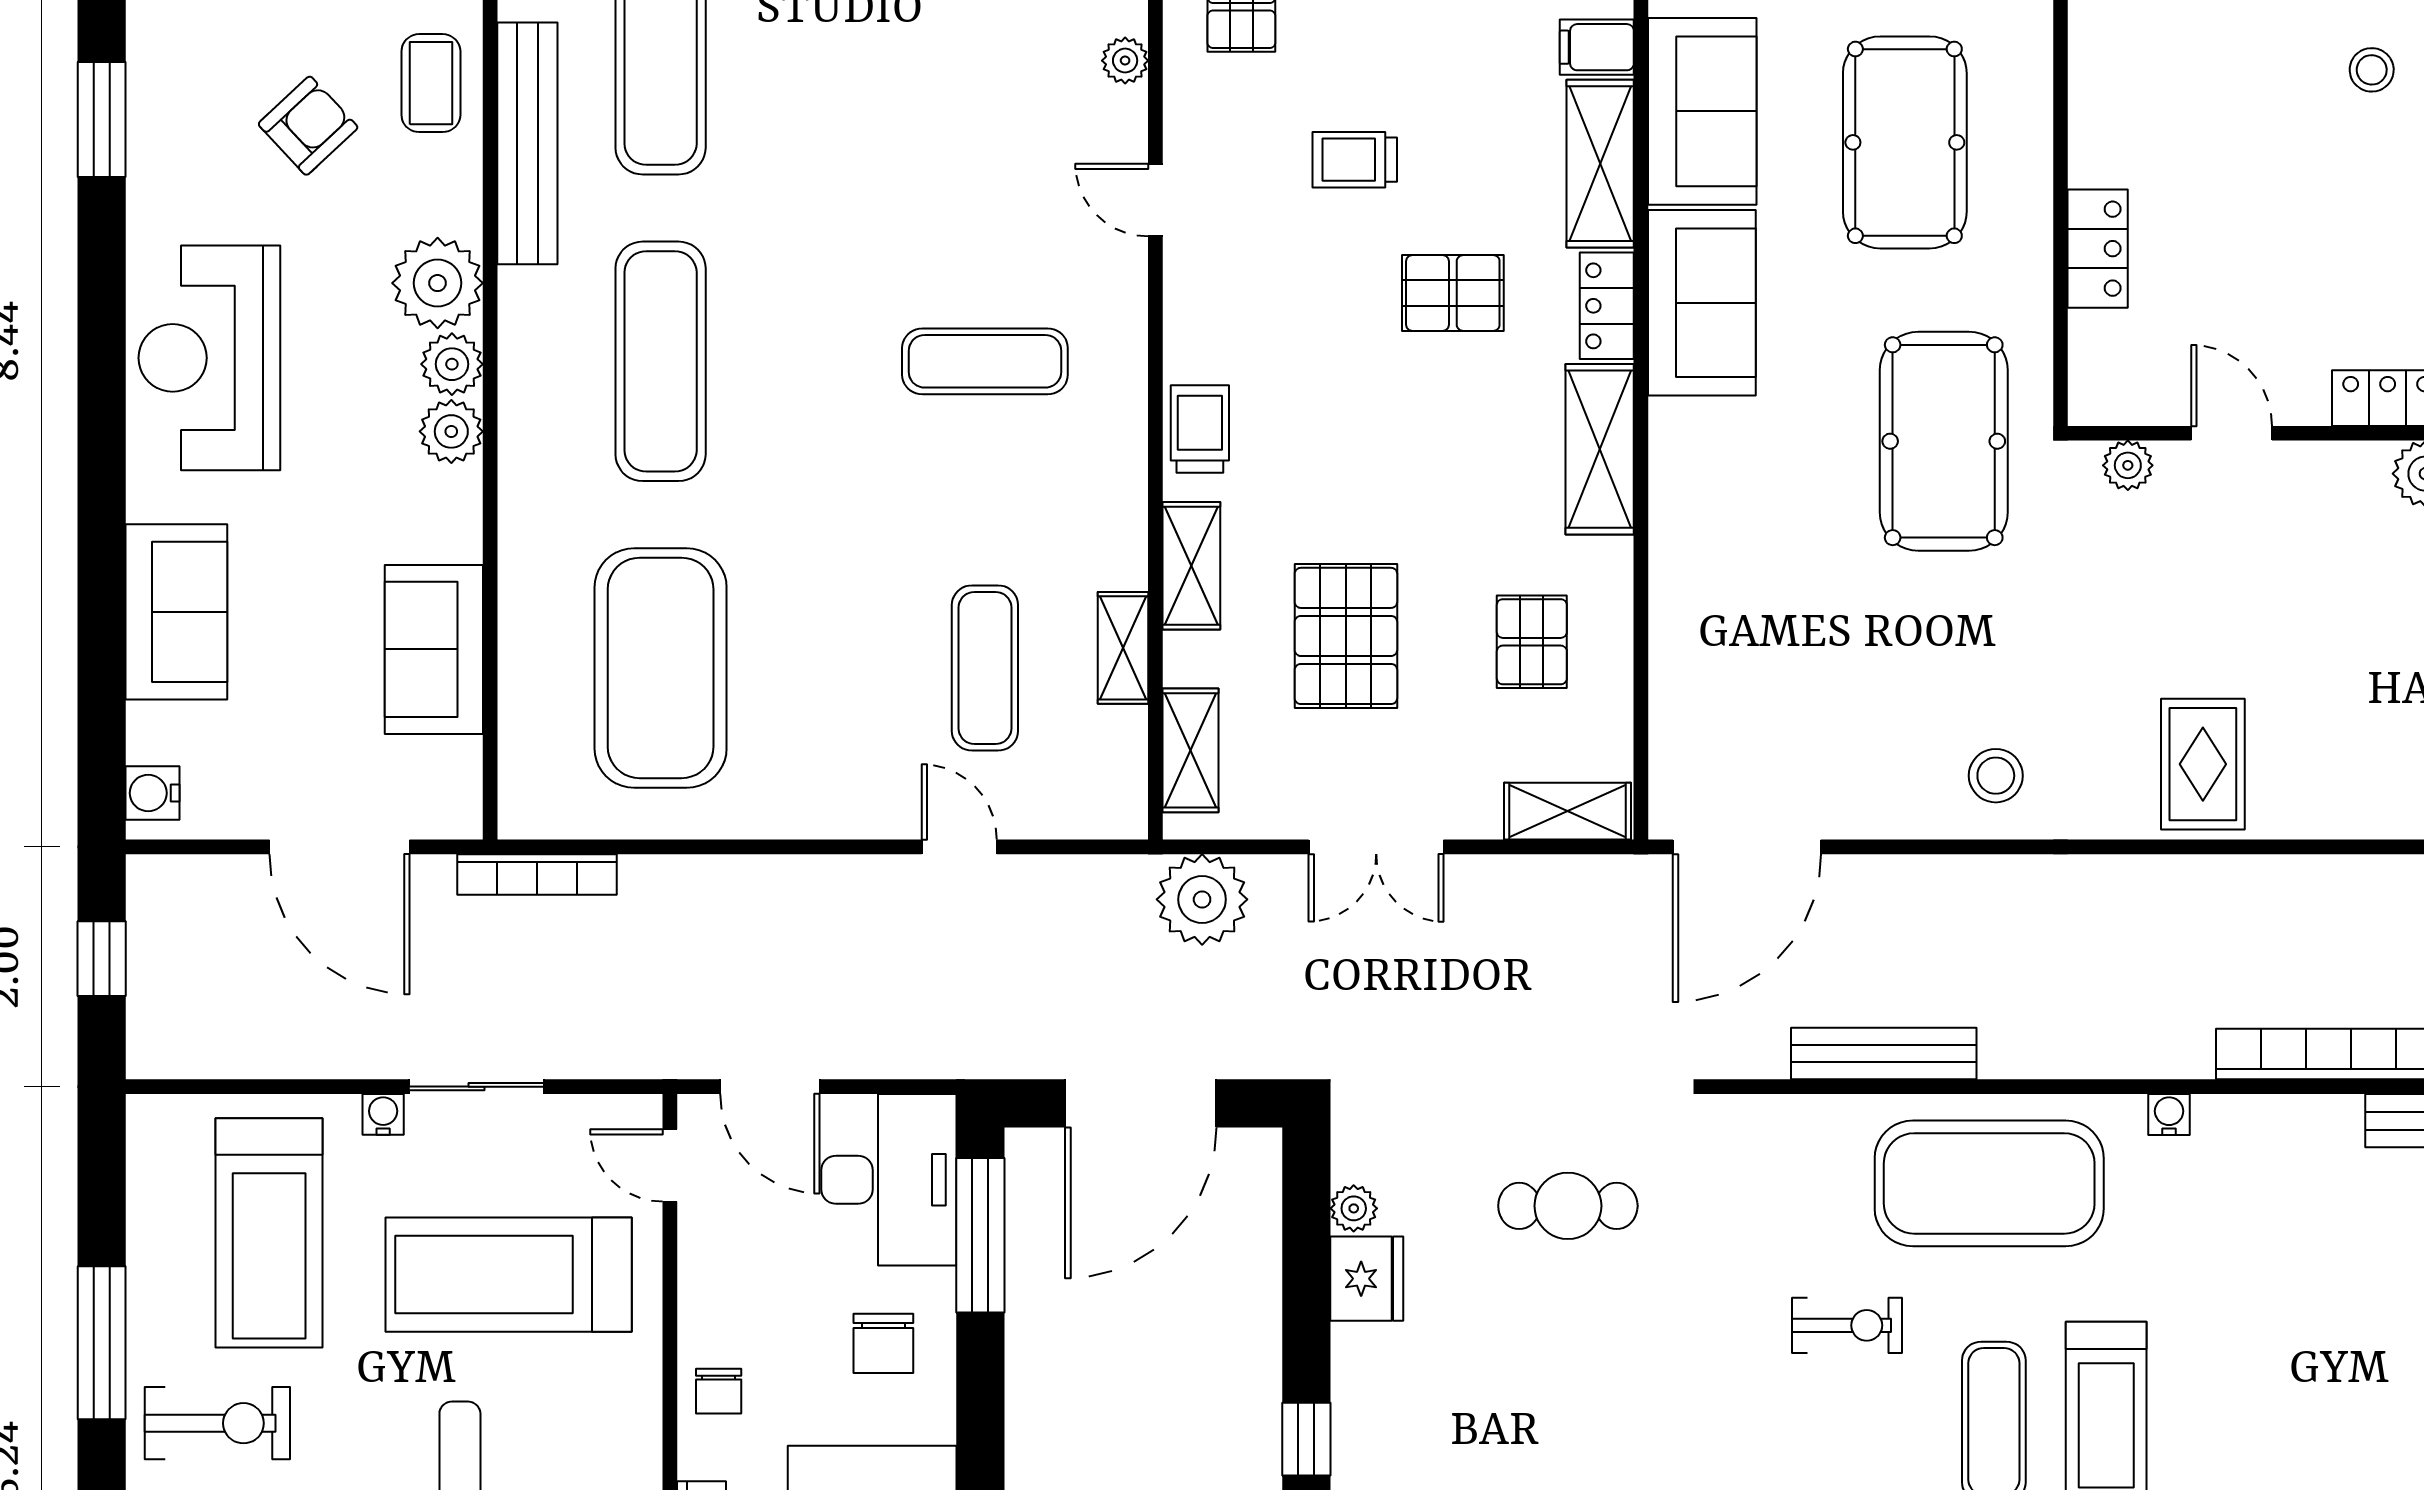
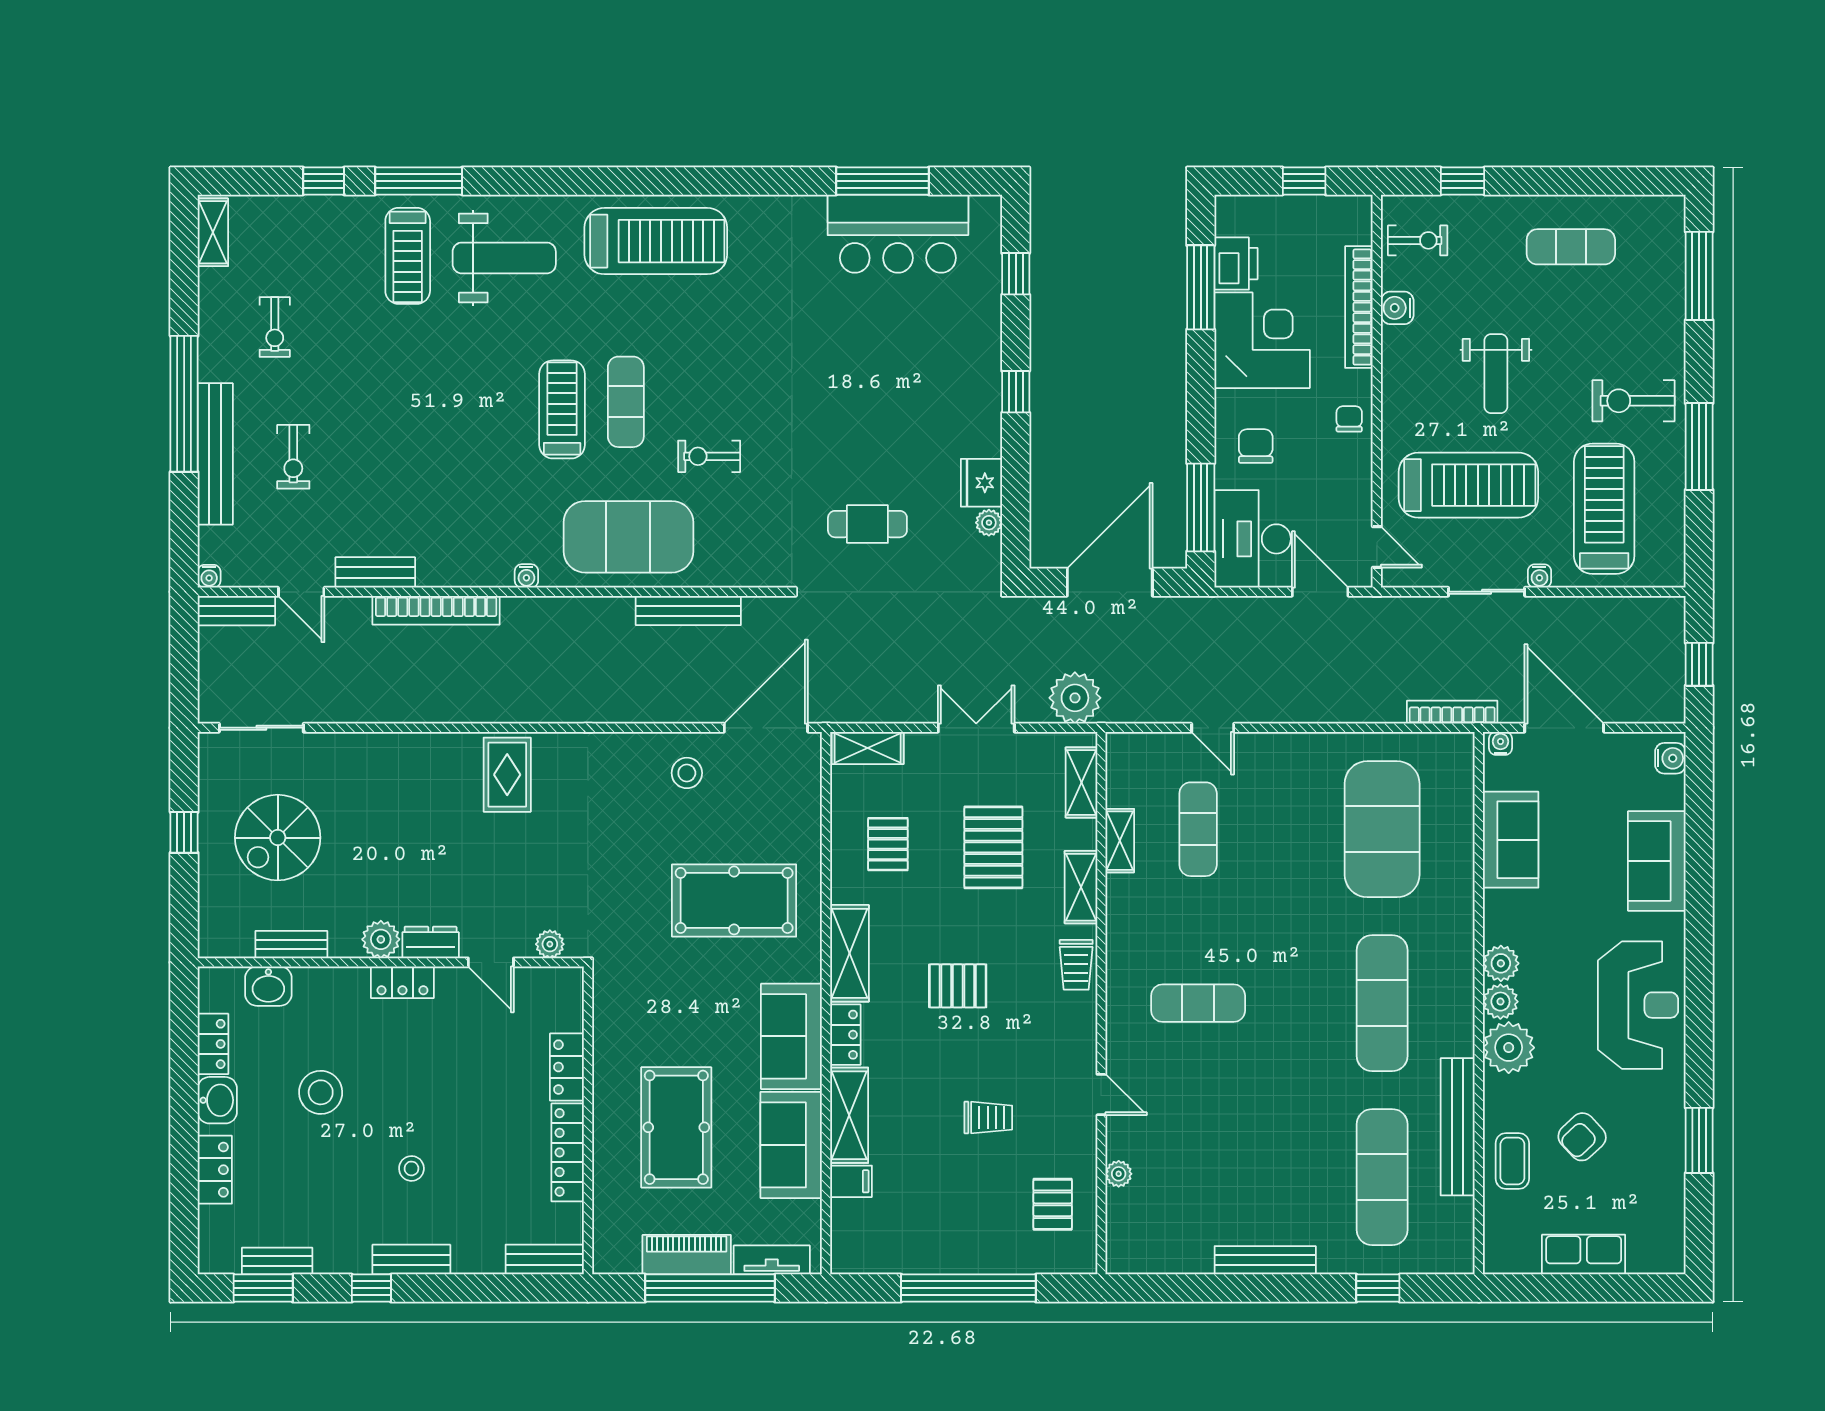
locker: (2096, 98) -> (568, 1152), added
pallet: (1453, 293) -> (958, 986), moved
pool table: (1944, 441) -> (734, 900), moved, turned 90
dresser: (2338, 468) -> (431, 942), added
stool: (1996, 776) -> (687, 773), moved
water cooler: (452, 819) -> (1501, 743), added

